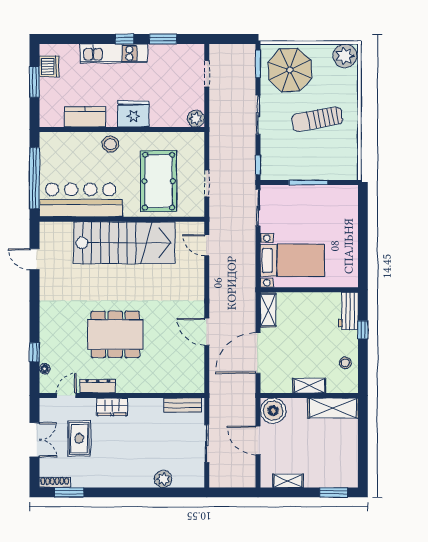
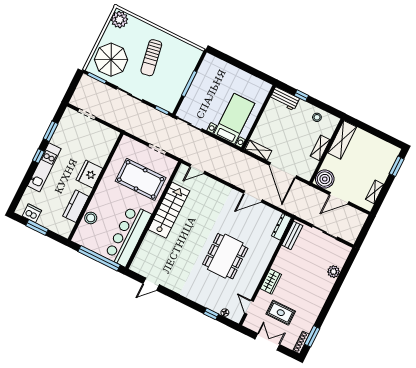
plant: (196, 119) -> (112, 136), removed
stool: (110, 144) -> (91, 218), moved
stairs: (124, 243) -> (169, 210), width x0.73, depth x0.66
dresser: (98, 386) -> (281, 227), moved

